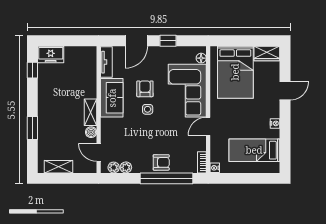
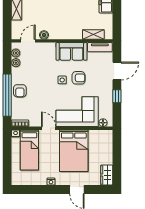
door: (136, 41) -> (117, 71), swing flipped
bed: (235, 72) -> (74, 151), moved, turned -90
shelving: (91, 112) -> (93, 34), moved
bed: (254, 150) -> (29, 150), moved, turned 180

